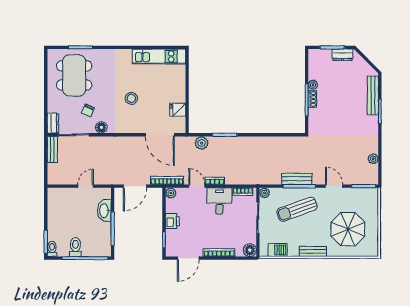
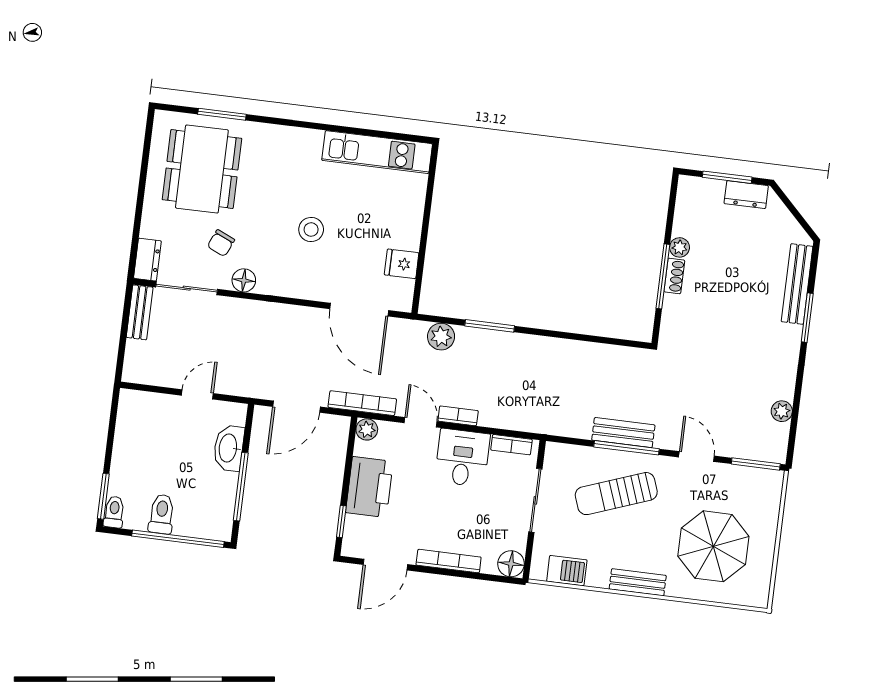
plant: (264, 193) -> (555, 453), removed
printer: (172, 221) -> (369, 487), width x1.87, depth x1.48

